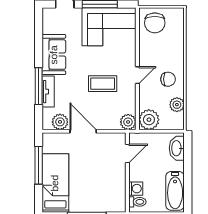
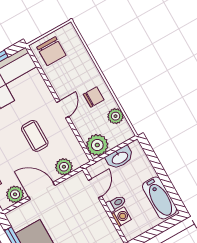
coffee table: (103, 84) -> (35, 136), turned 90
plant: (128, 122) -> (64, 167), moved
washbasin: (177, 148) -> (120, 158), moved, turned -90
toilet: (137, 202) -> (116, 203), moved

